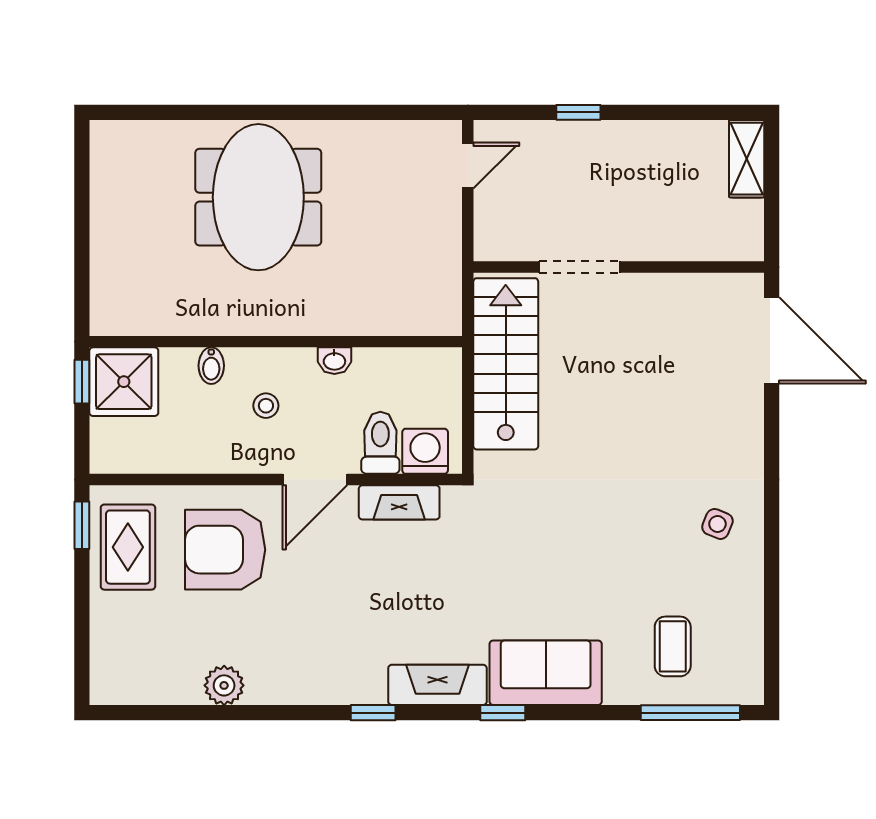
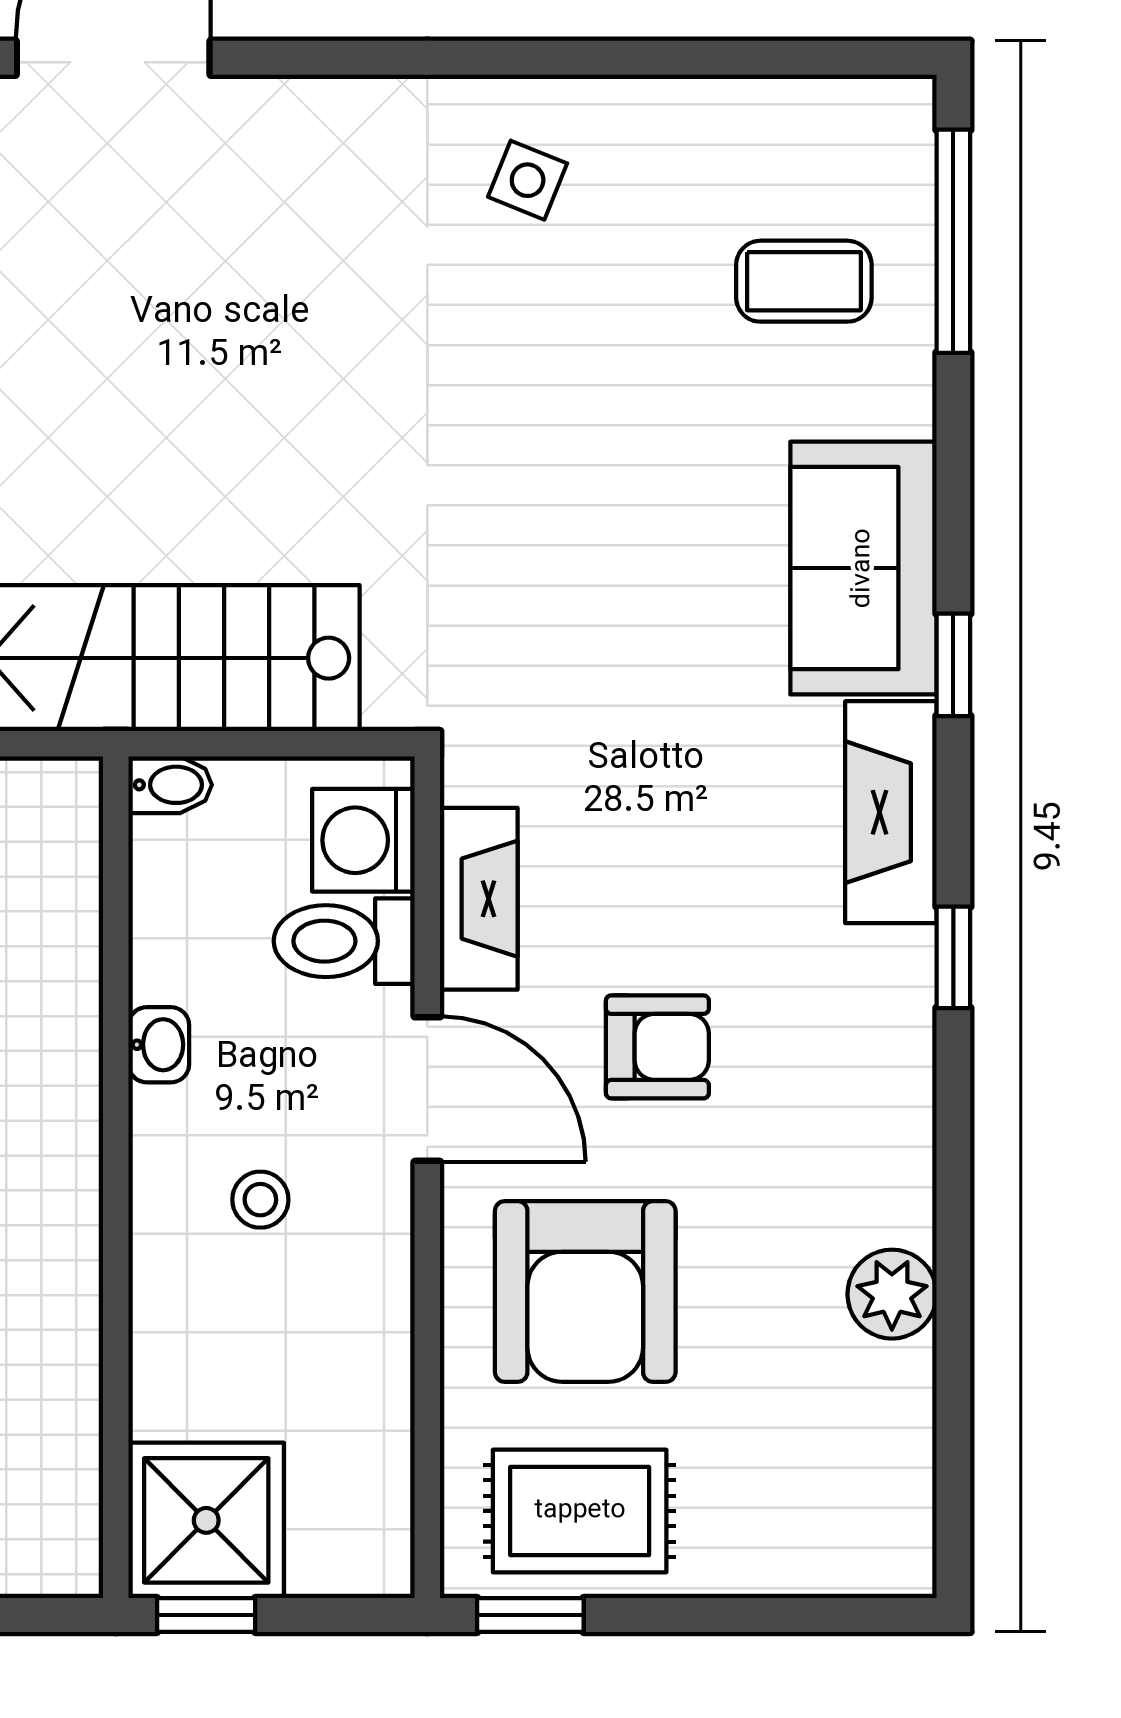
bidet: (211, 366) -> (170, 785), moved
armchair: (334, 581) -> (657, 1047), added

